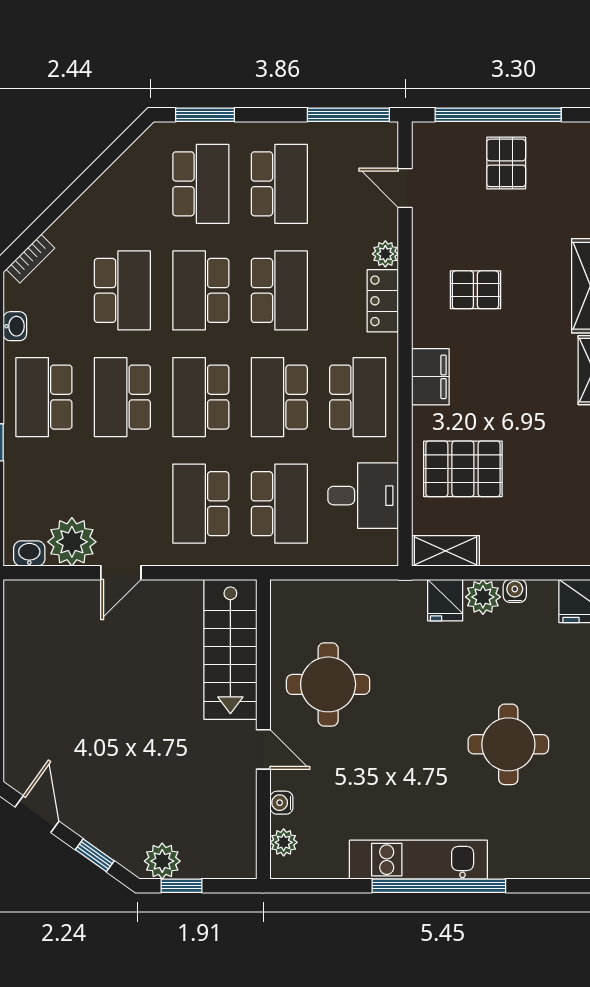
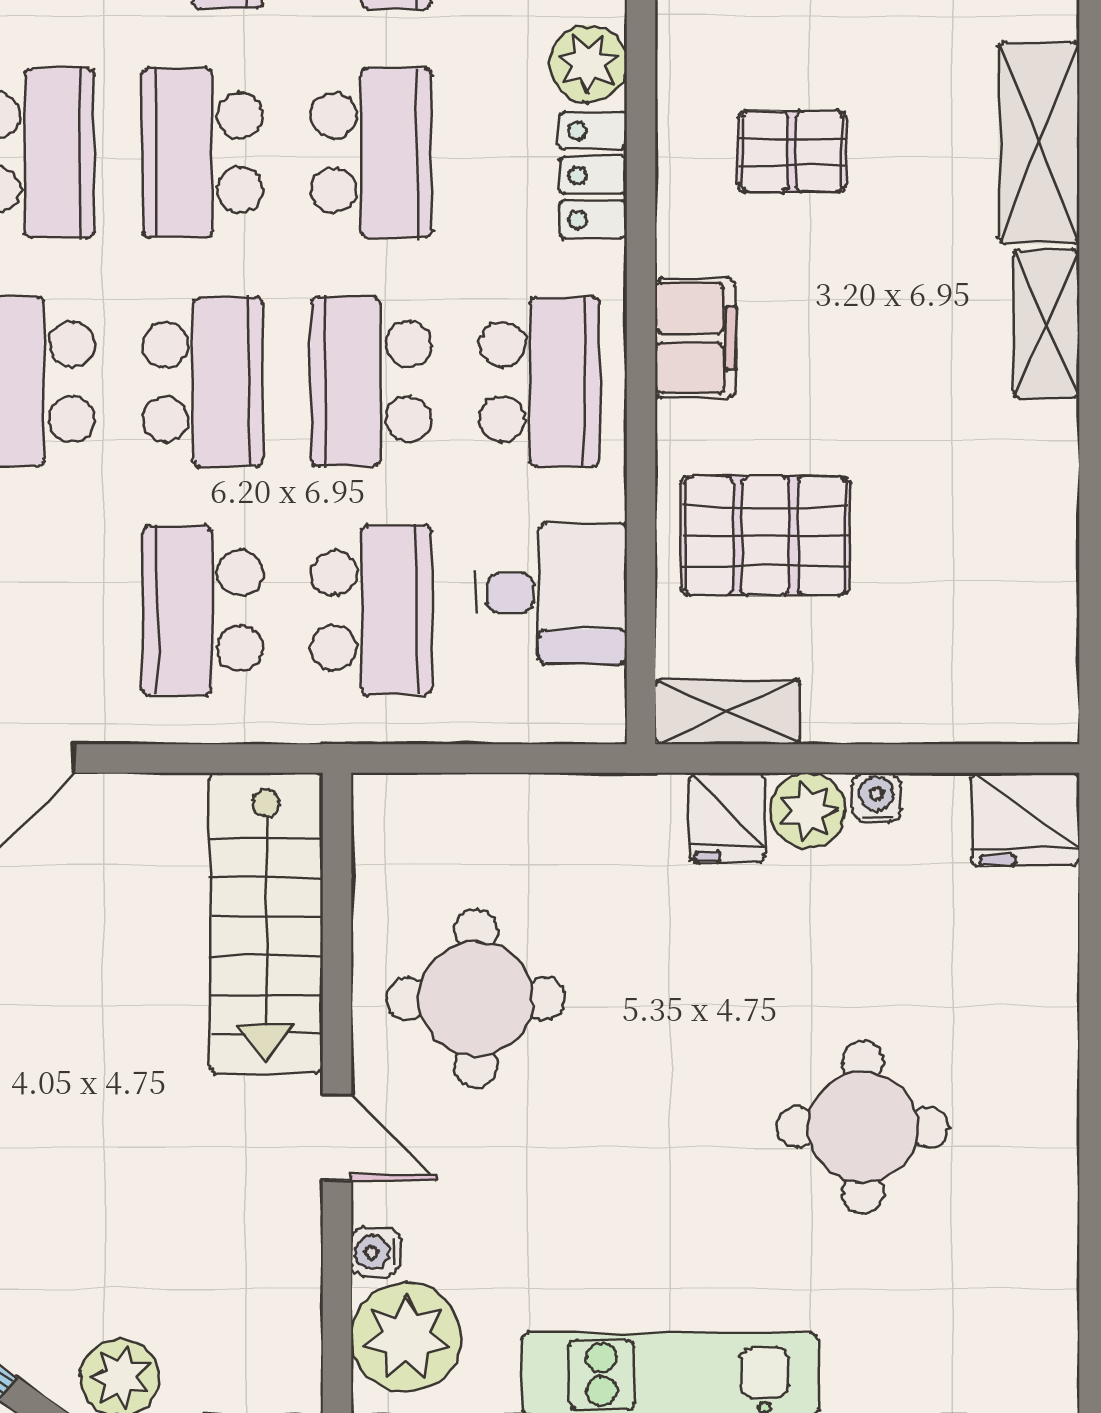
plant: (385, 254) -> (588, 64), width x1.38, depth x1.38
school desk: (201, 397) -> (203, 382), turned 180
plant: (284, 842) -> (406, 1337), width x1.88, depth x1.88

